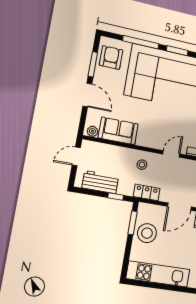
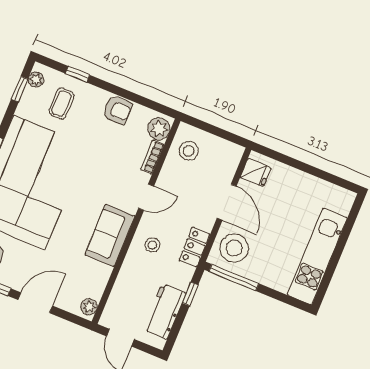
sofa: (118, 131) -> (110, 235), moved
door: (171, 154) -> (146, 197), swing flipped
window: (133, 223) -> (234, 278), width x1.44
stool: (147, 233) -> (234, 248), moved

